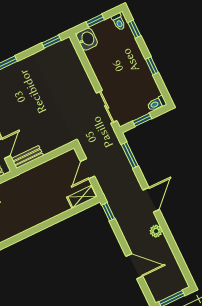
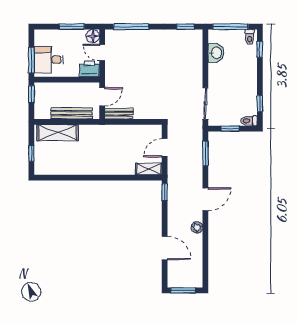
window: (95, 21) -> (231, 27), width x2.17
washbasin: (87, 39) -> (216, 53), moved
window: (152, 66) -> (260, 104), moved

